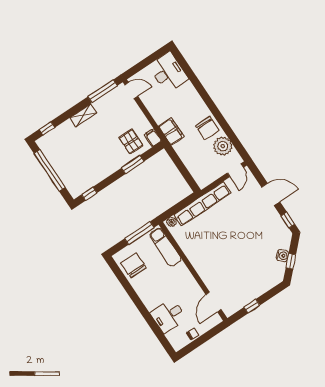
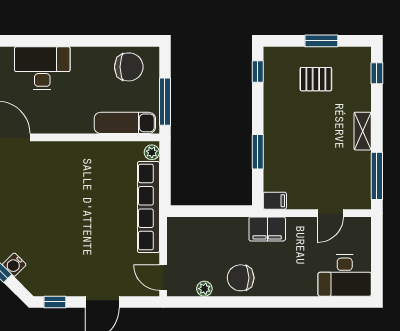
door: (131, 90) -> (330, 213), moved
pallet: (131, 142) -> (316, 79), moved
plant: (223, 146) -> (204, 289), width x0.53, depth x0.53
window: (50, 170) -> (321, 41), width x0.47
desk: (168, 316) -> (42, 68), width x1.37

